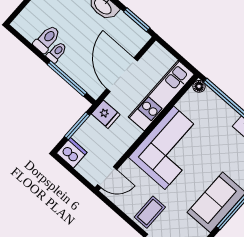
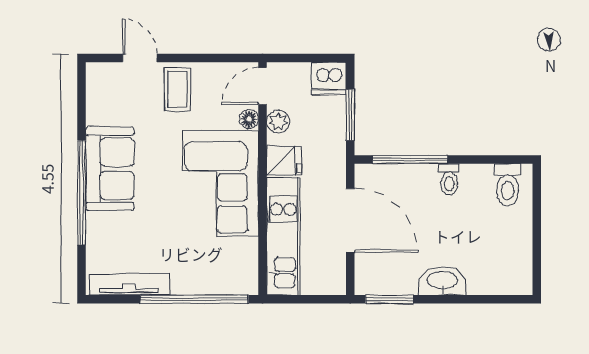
toilet: (47, 39) -> (508, 185), moved
floor lamp: (199, 86) -> (249, 119), moved
fridge: (106, 114) -> (284, 161), moved, turned 180
plant: (115, 153) -> (278, 122), added

